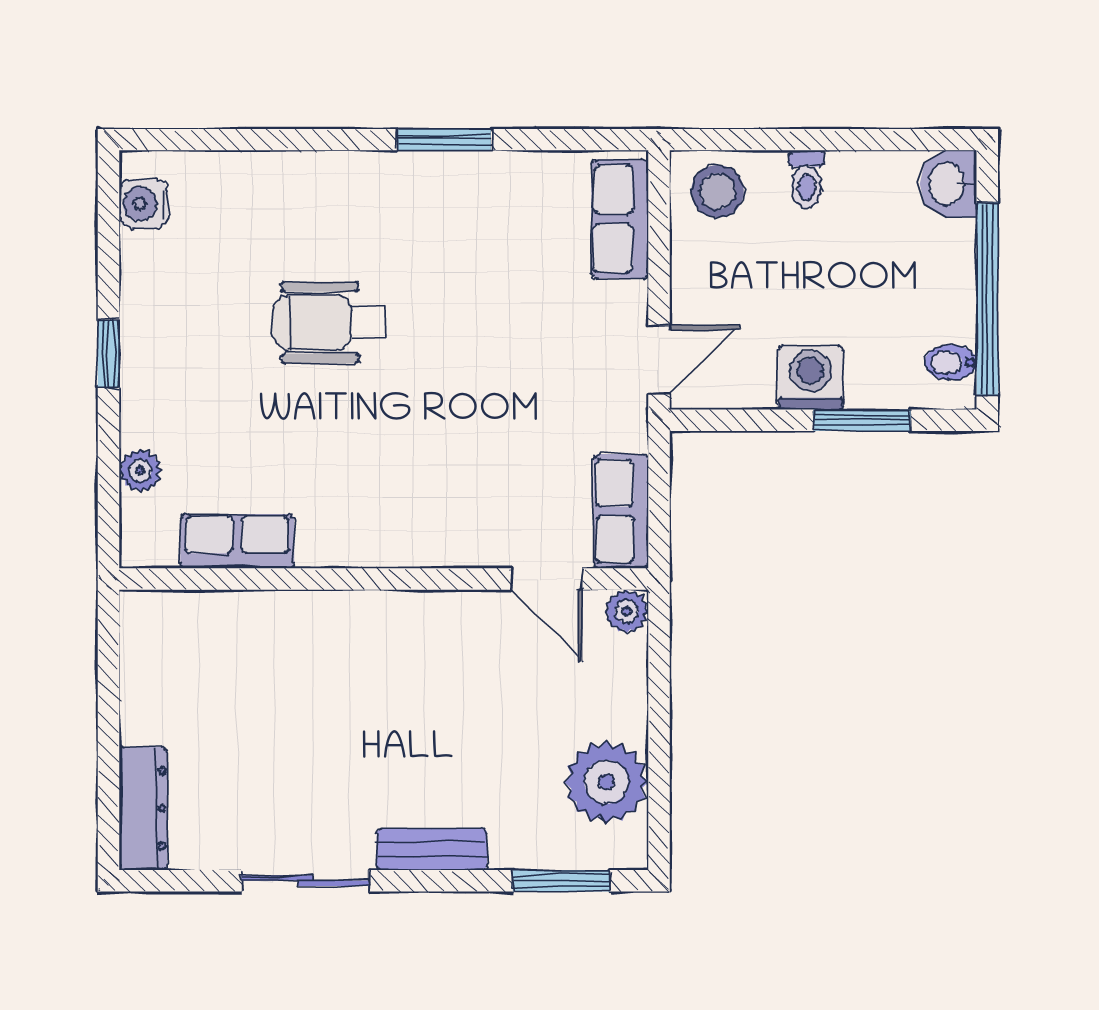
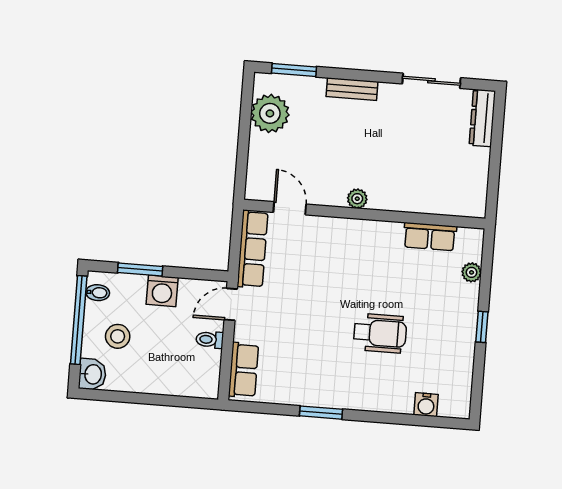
toilet: (807, 179) -> (210, 340), moved, turned -90
stool: (717, 191) -> (118, 336), moved
water cooler: (144, 204) -> (426, 405), moved, turned 90
row of seats: (621, 511) -> (253, 249), width x1.48
plant: (627, 611) -> (357, 199), moved
sliding door: (305, 881) -> (431, 81), moved

